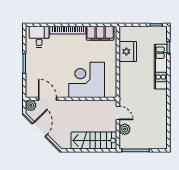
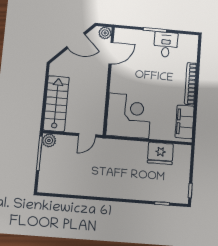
desk: (39, 37) -> (166, 45), moved, turned -90
kitchen unit: (161, 67) -> (139, 192), removed
corner desk: (87, 80) -> (129, 116), moved
plant: (125, 129) -> (49, 140), moved

